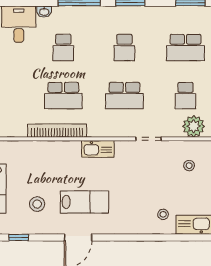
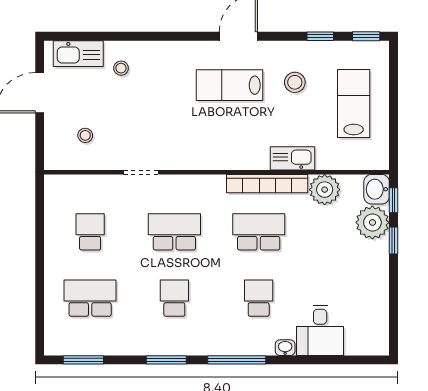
plant: (194, 126) -> (325, 190), moved
kitchen sink: (98, 149) -> (292, 158), moved

